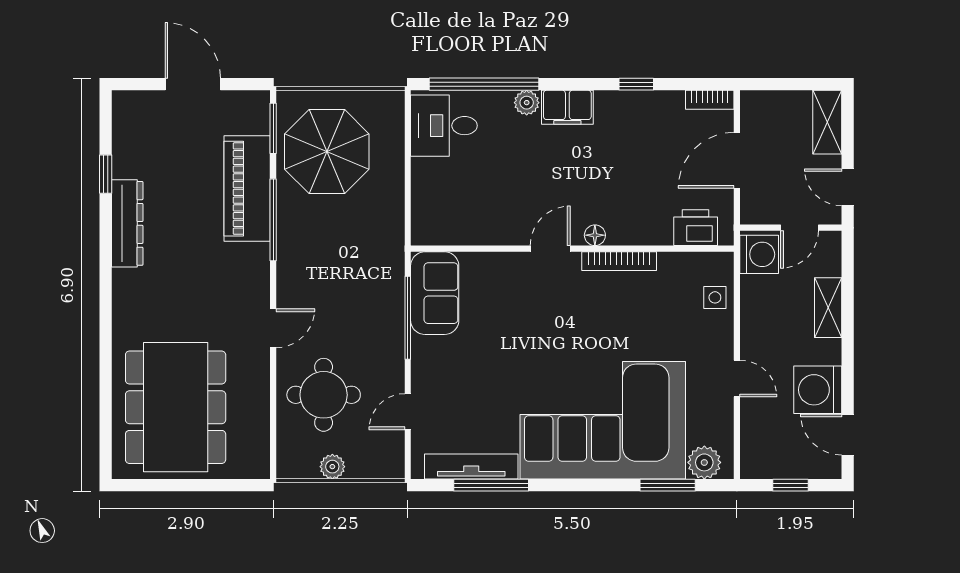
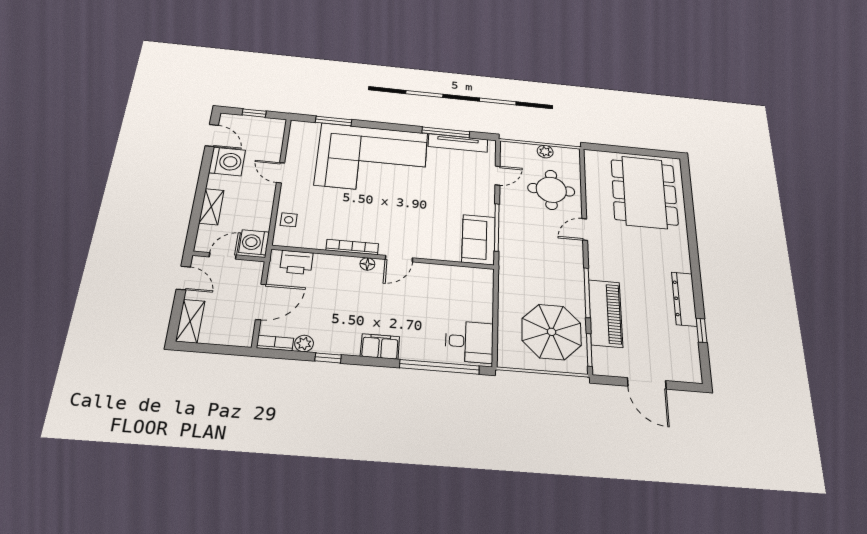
plant: (527, 103) -> (304, 344), moved
plant: (704, 462) -> (308, 130), removed

